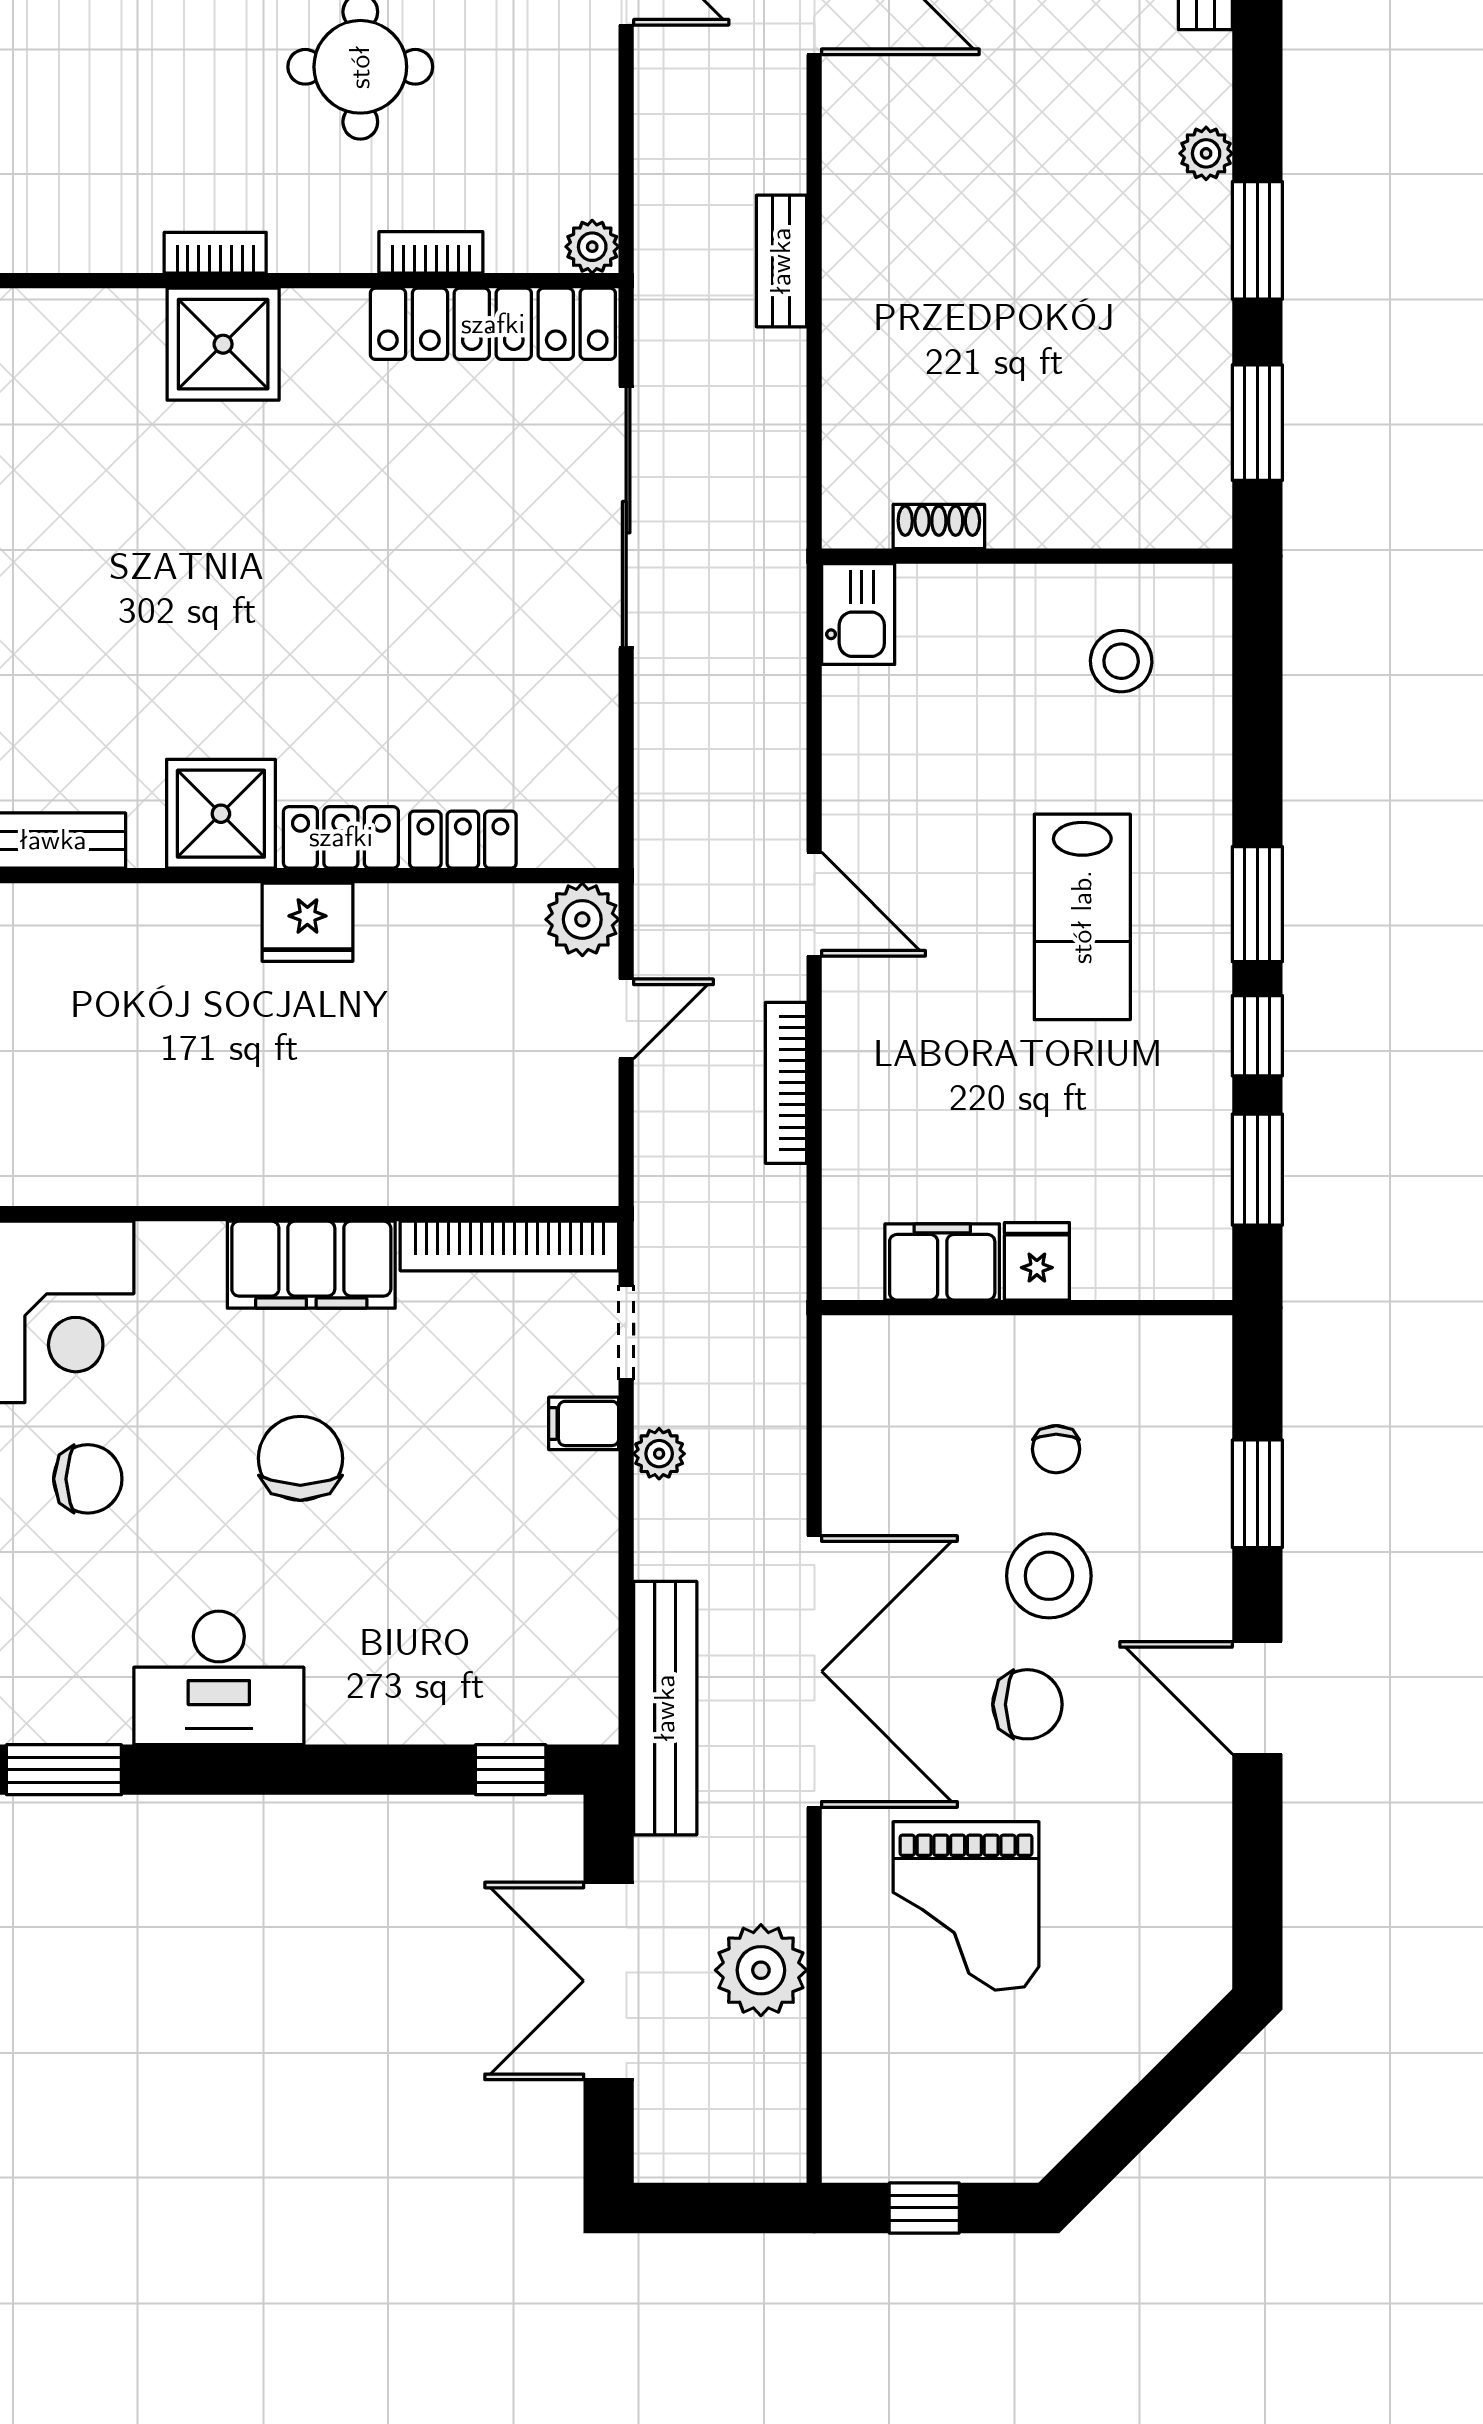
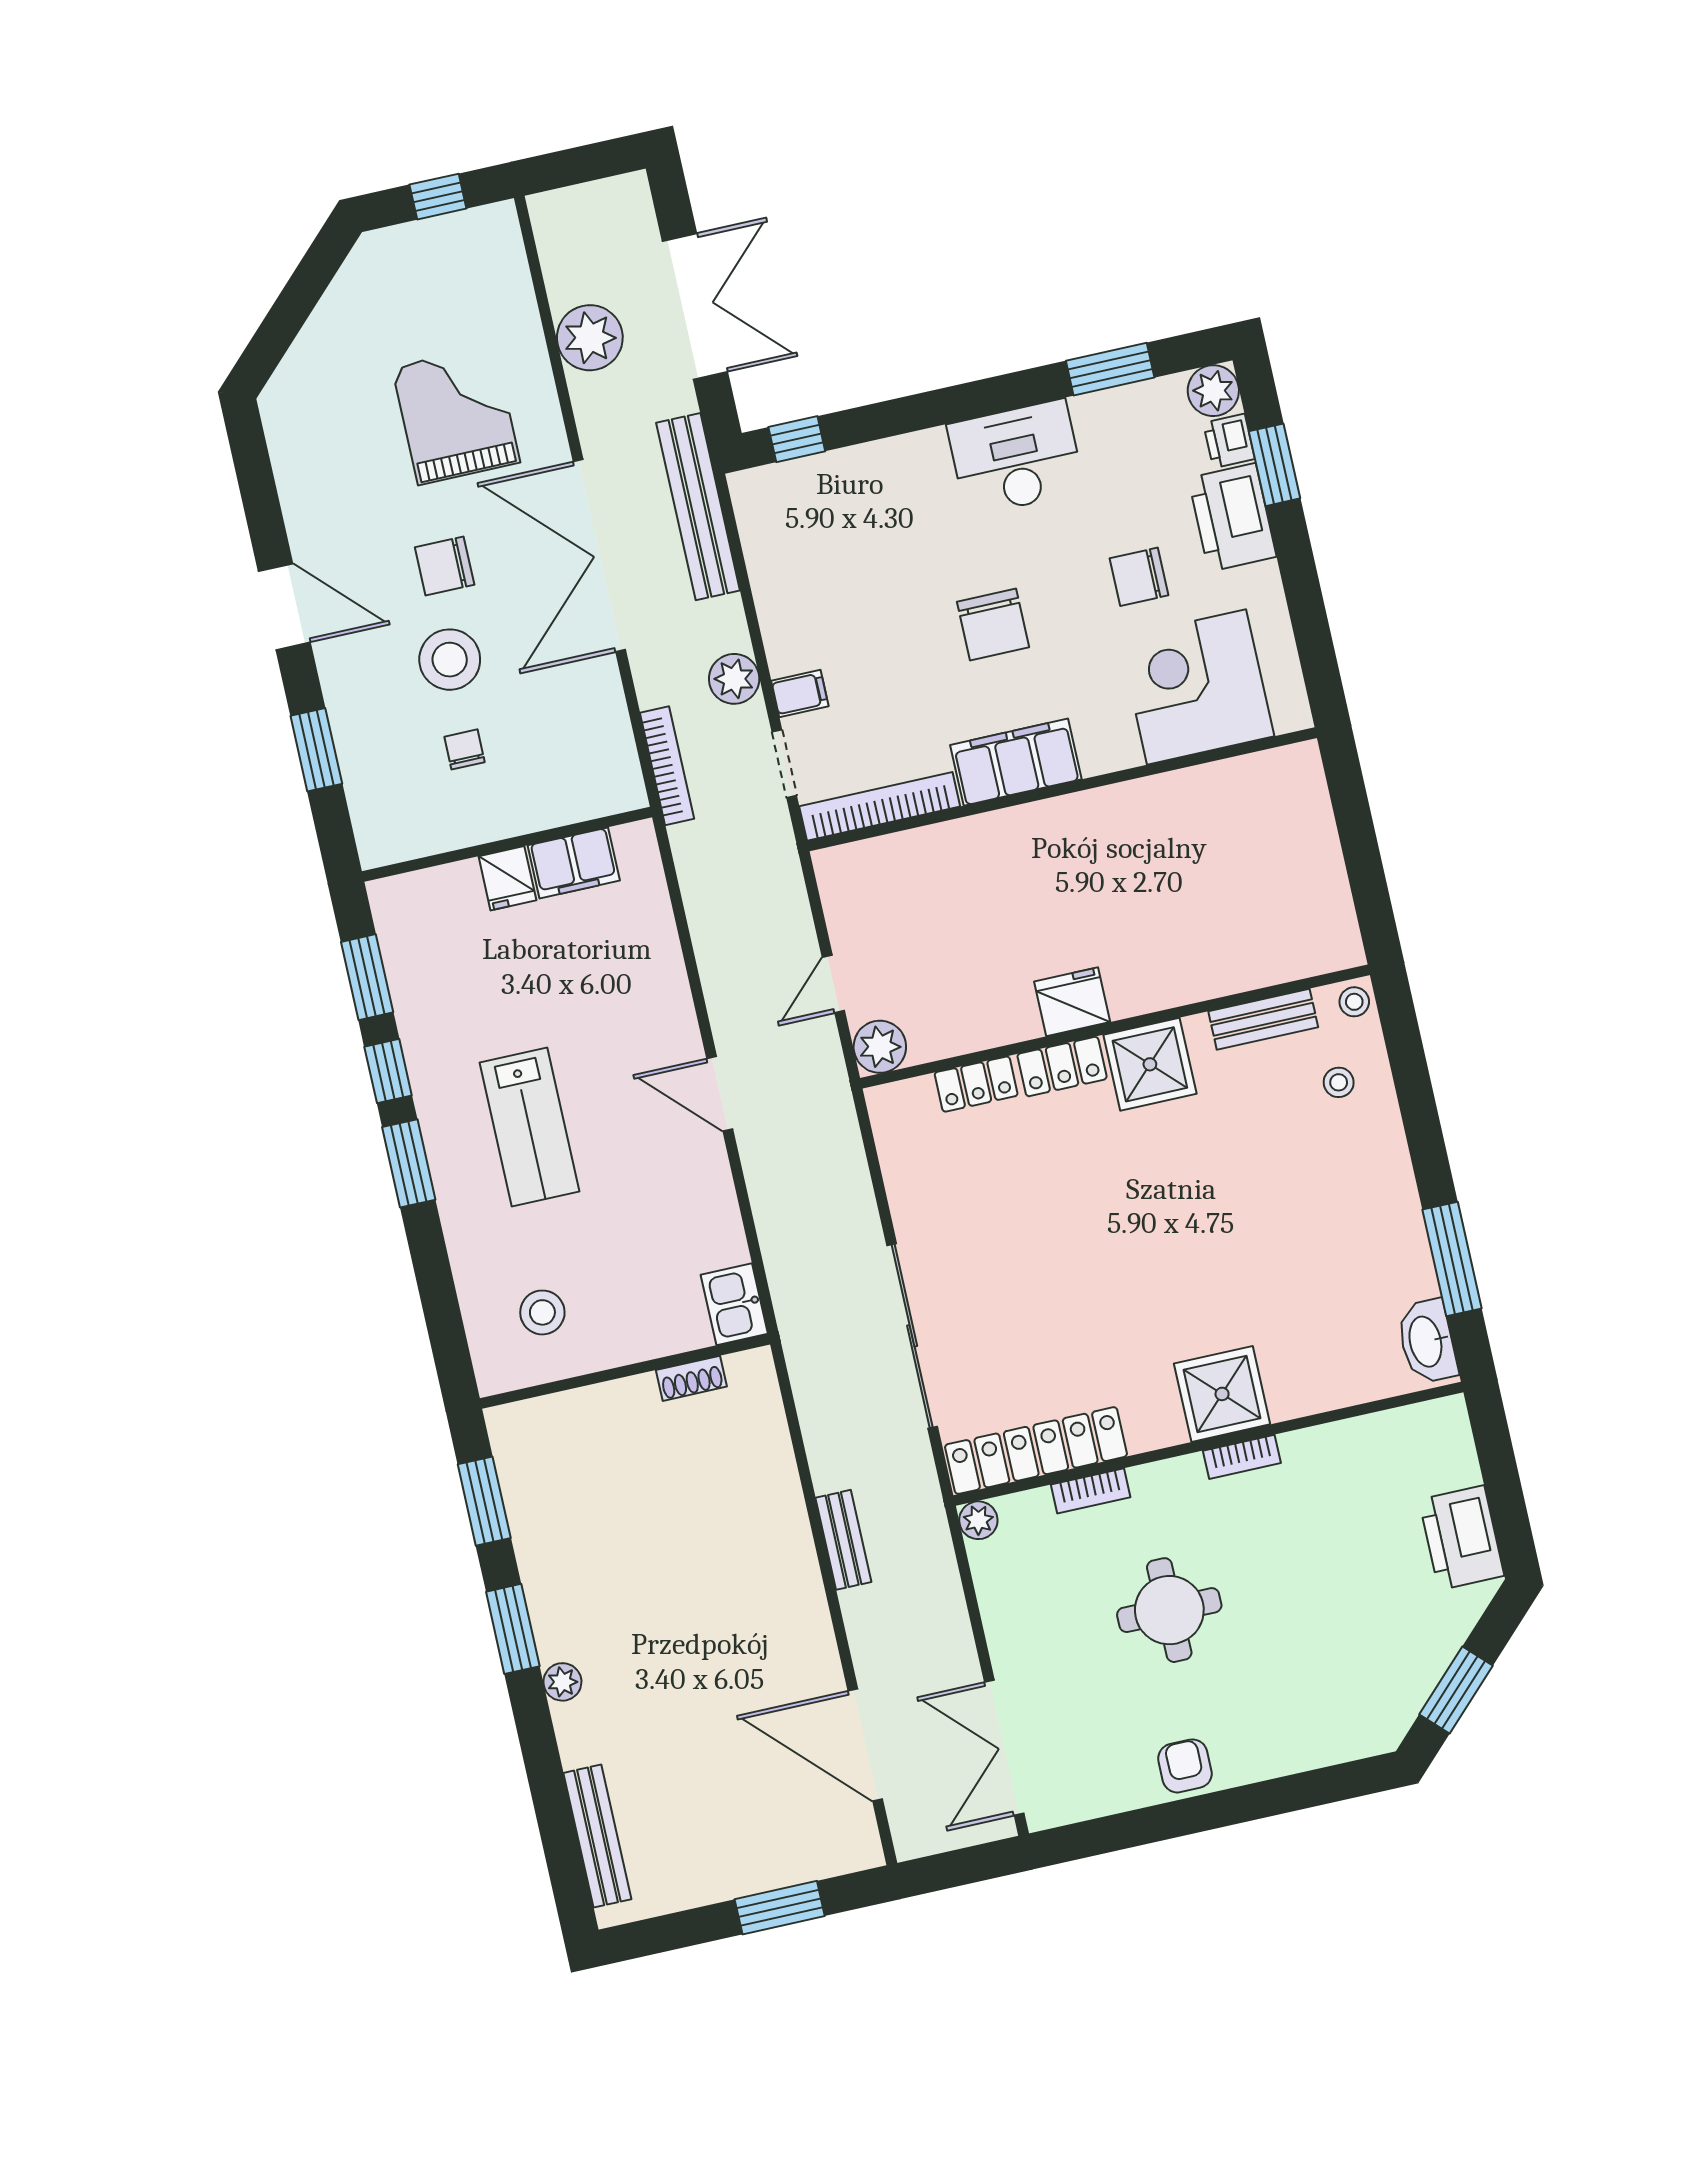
lab bench: (1082, 917) -> (530, 1127), turned 180
bookcase: (786, 1083) -> (667, 766), moved
plant: (659, 1454) -> (734, 679), width x1.38, depth x1.38

